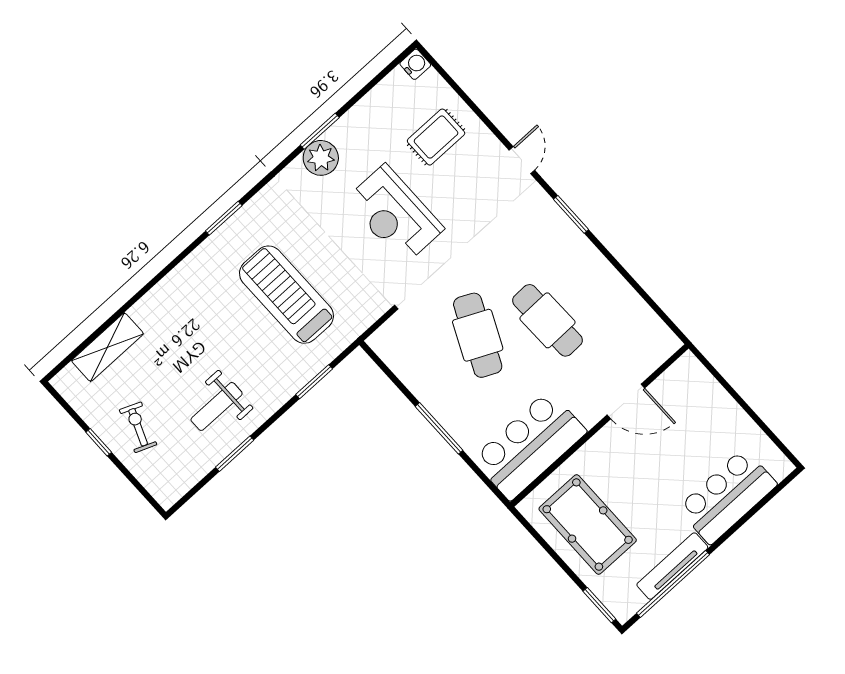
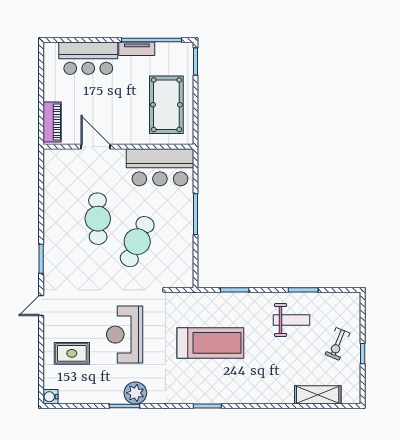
reception desk: (395, 214) -> (125, 335), turned 180
treadmill: (286, 295) -> (210, 343), turned -90
piano: (702, 384) -> (52, 122), added
tv unit: (672, 566) -> (137, 49), width x0.71

